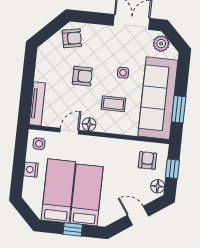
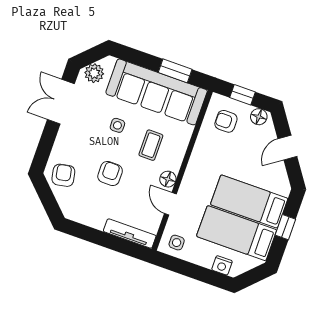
nightstand: (31, 170) -> (222, 265), moved

